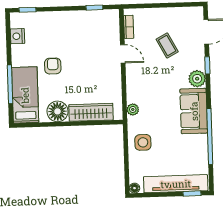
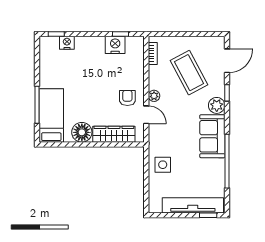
nightstand: (89, 19) -> (115, 45), added
nightstand: (17, 36) -> (67, 43), moved, turned 90
coffee table: (167, 46) -> (189, 73), width x1.86, depth x1.72
door: (123, 54) -> (146, 115), moved
armchair: (53, 66) -> (127, 98), moved
plant: (133, 109) -> (154, 96), moved
floor lamp: (135, 188) -> (153, 208), removed

